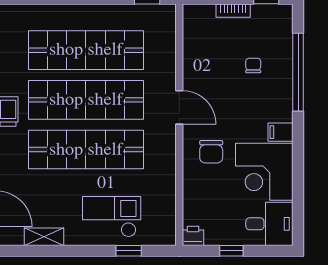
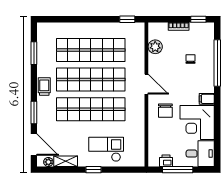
plant: (194, 45) -> (155, 47), added
printer: (193, 236) -> (166, 161), moved
plant: (15, 238) -> (48, 162), added
window: (129, 251) -> (93, 170), moved
window: (231, 251) -> (178, 170), width x2.17

